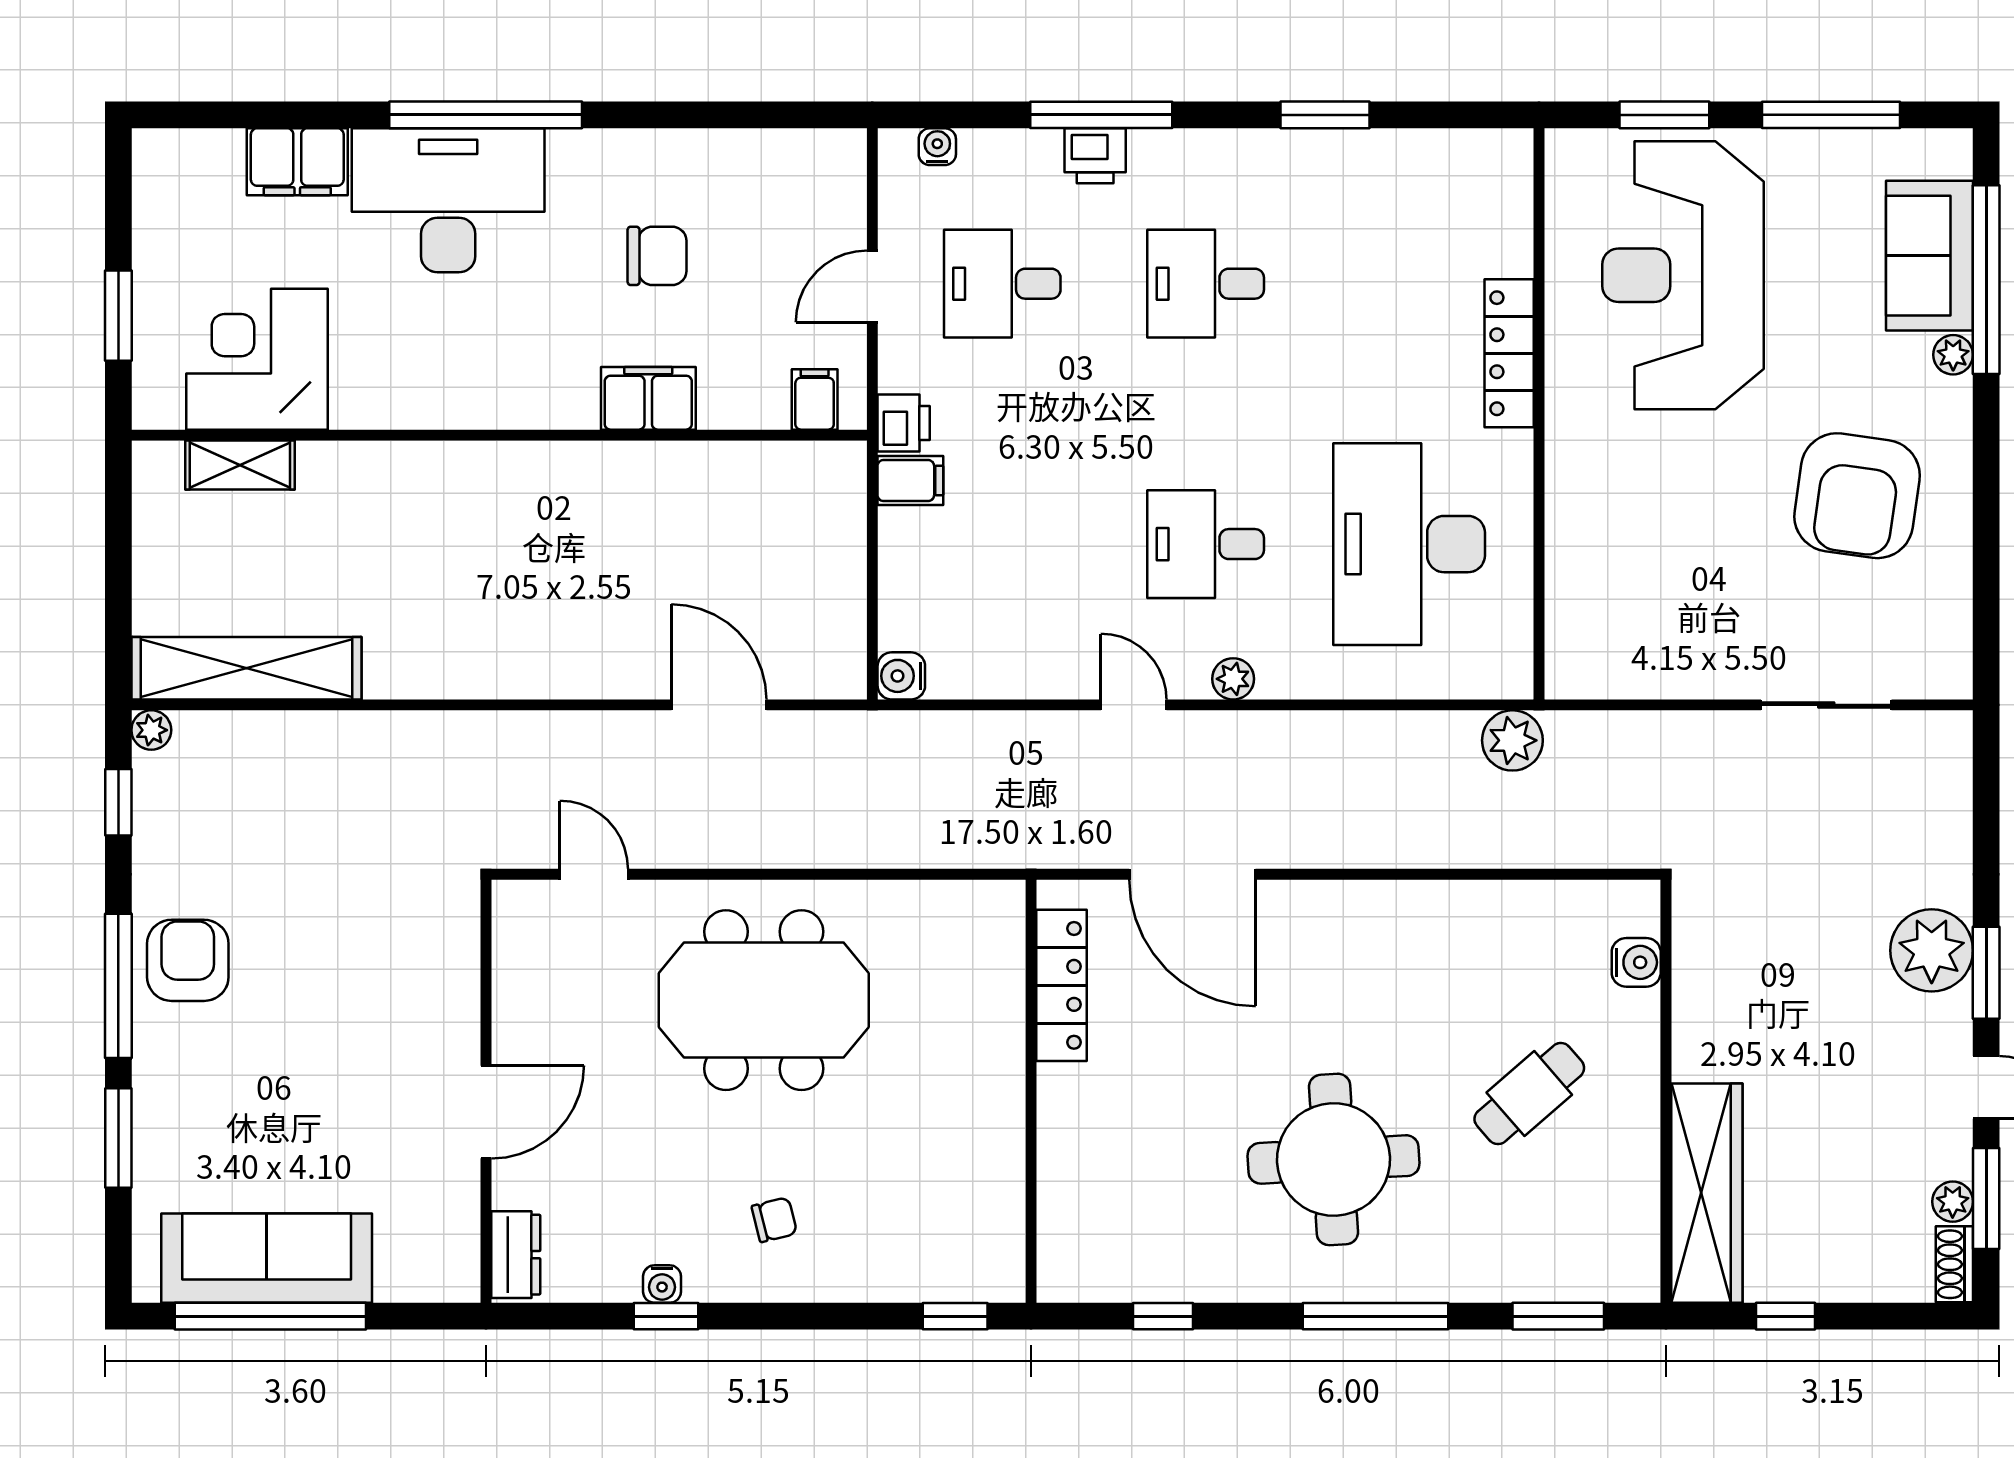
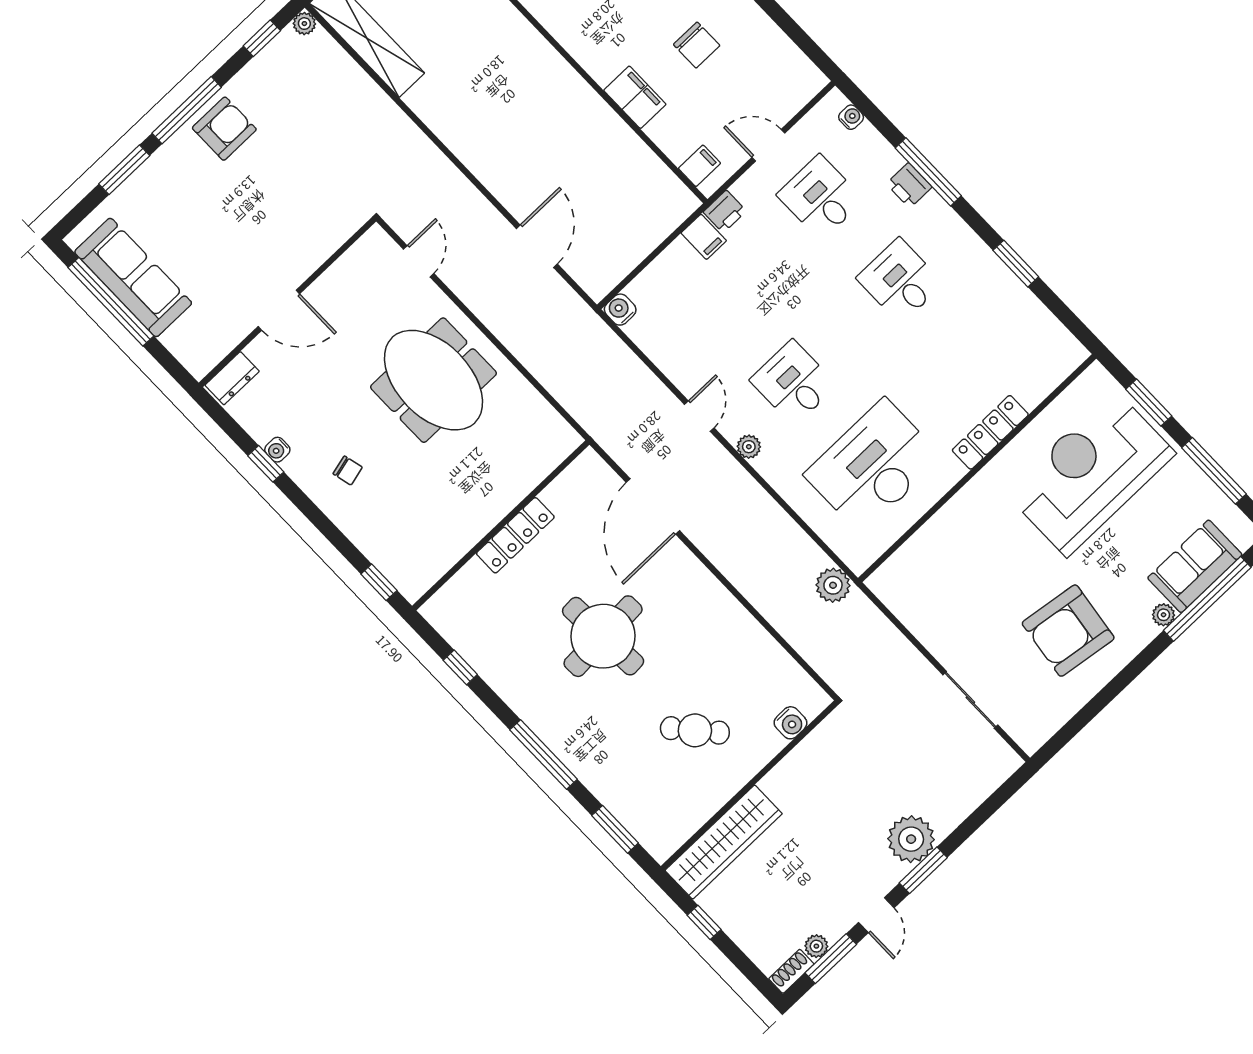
locker: (1061, 985) -> (515, 535), moved
round table: (1334, 1159) -> (603, 636), moved

